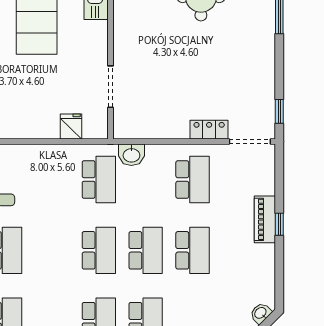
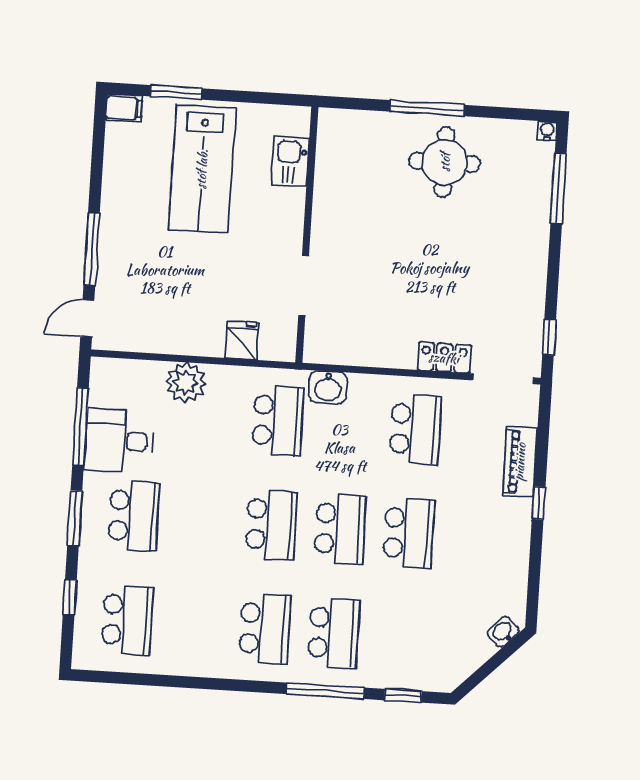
plant: (35, 157) -> (186, 382), added
piano: (265, 219) -> (520, 462), moved

